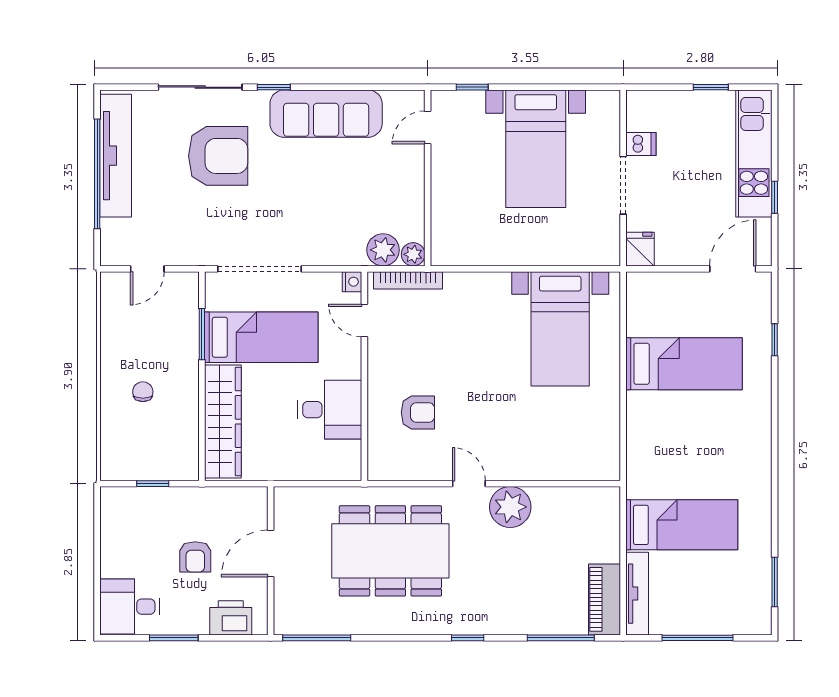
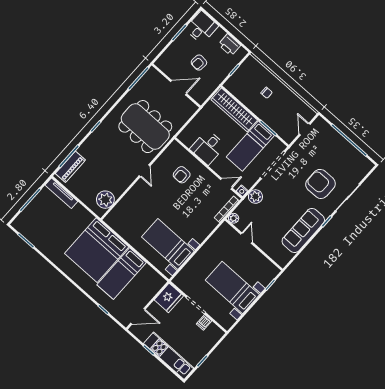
door: (428, 128) -> (246, 238), moved
tv unit: (116, 156) -> (350, 151), removed
armchair: (218, 156) -> (320, 184), turned 90
fridge: (640, 249) -> (169, 298), width x1.88, depth x1.34
plant: (383, 250) -> (255, 197), moved
door: (733, 269) -> (138, 316), hinge flipped
door: (469, 484) -> (144, 171), hinge flipped
plant: (510, 507) -> (105, 200), moved
bed: (682, 525) -> (97, 250), moved, width x2.04
dining table: (390, 551) -> (145, 127), turned 90
door: (271, 553) -> (179, 88), hinge flipped
armchair: (195, 557) -> (199, 63), turned -84
piano: (604, 599) -> (70, 167), moved, turned 90
printer: (231, 618) -> (229, 45), moved, turned 90

